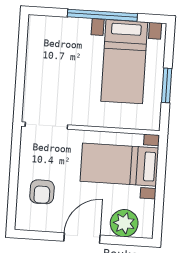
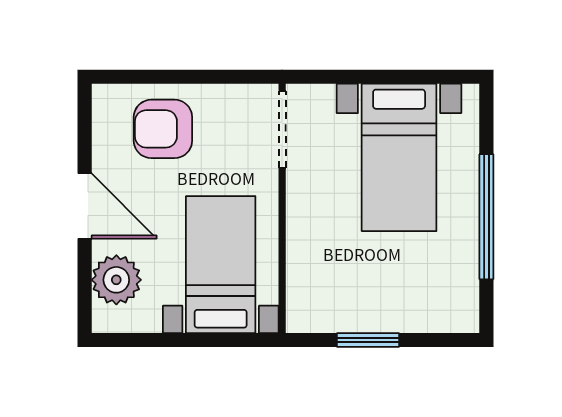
bed with nightstands: (124, 62) -> (399, 157), moved, turned -90
armchair: (42, 192) -> (163, 129), width x1.38, depth x1.38

